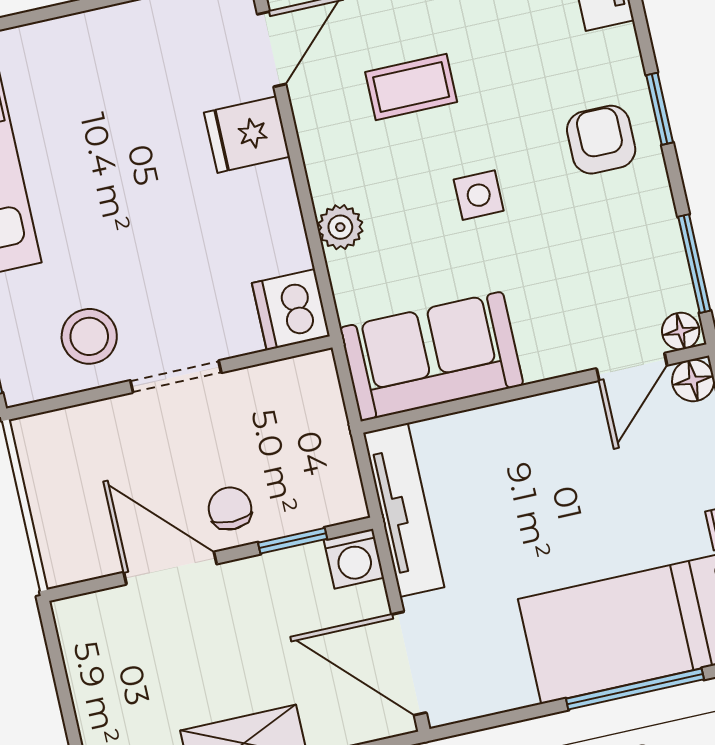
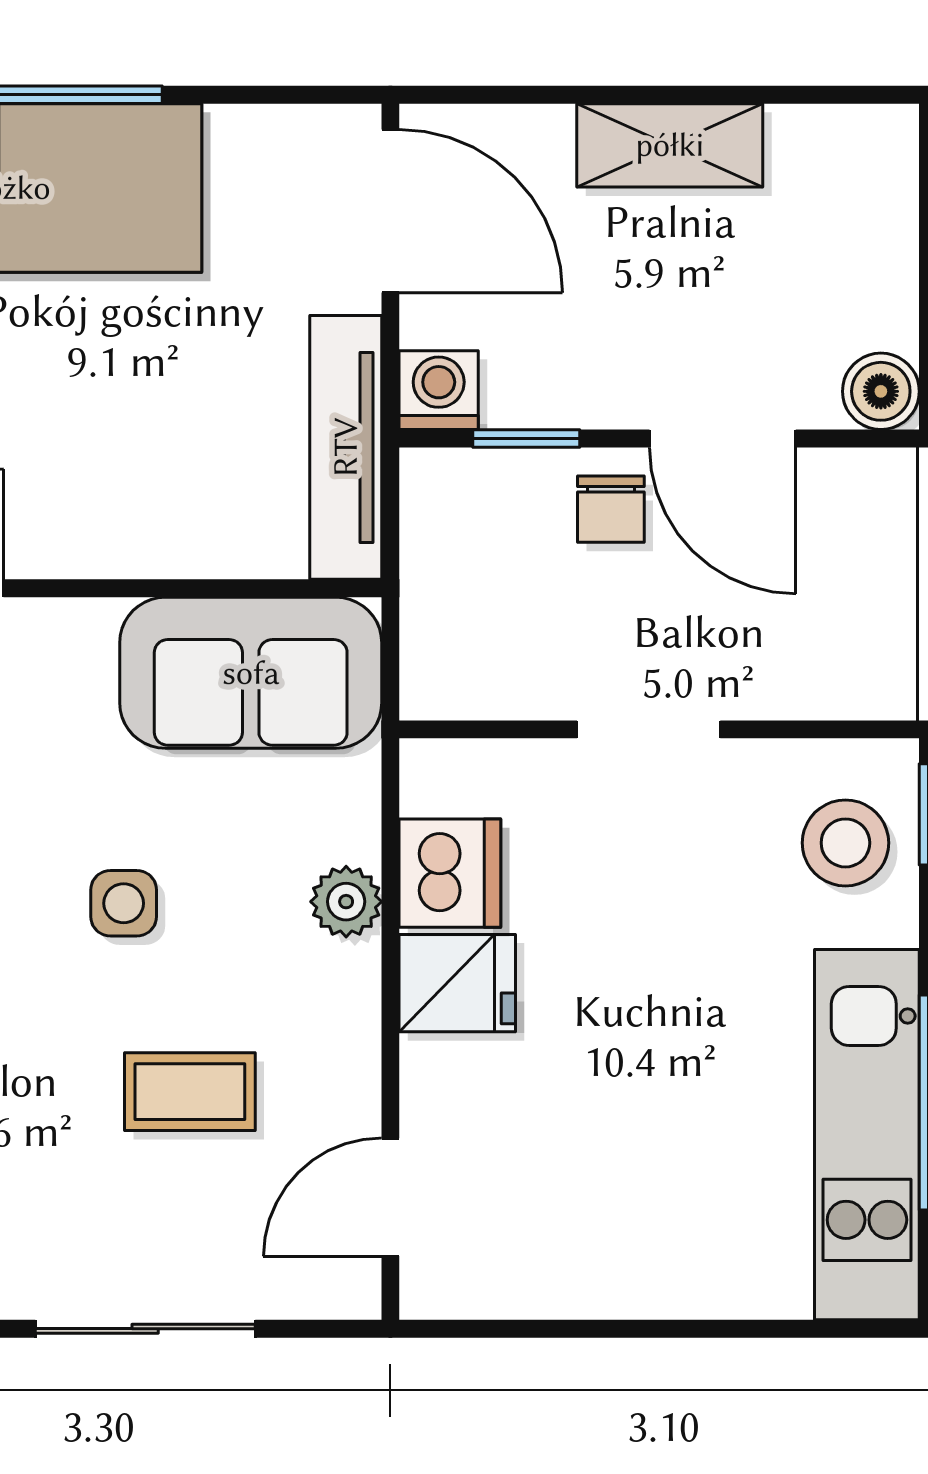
fridge: (247, 135) -> (457, 983), moved
dishwasher: (291, 310) -> (450, 873), moved
stool: (89, 336) -> (845, 843), moved
boiler: (78, 619) -> (881, 391), added

